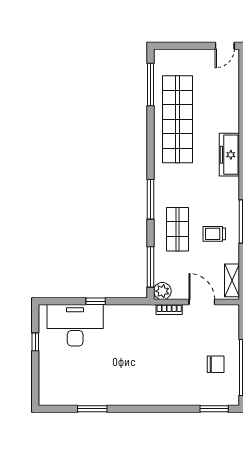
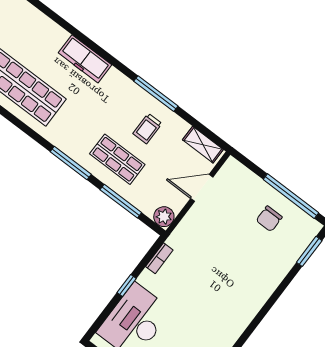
window: (151, 267) -> (121, 201), moved
bookcase: (169, 310) -> (159, 258), moved
chair: (216, 364) -> (269, 219), turned 180

